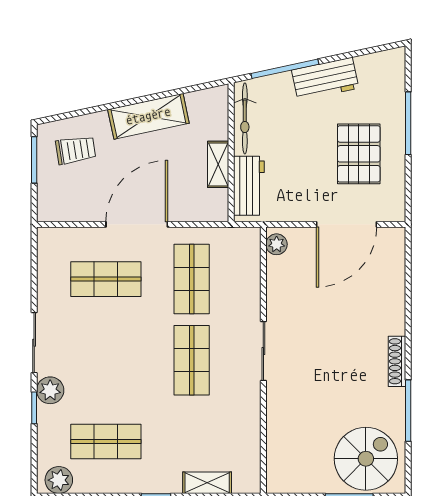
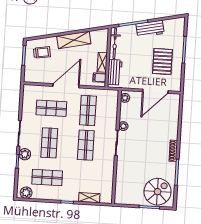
filing cabinet: (214, 201) -> (100, 78), added
plant: (277, 310) -> (123, 126), added
shop shelf: (106, 360) -> (49, 143), added

